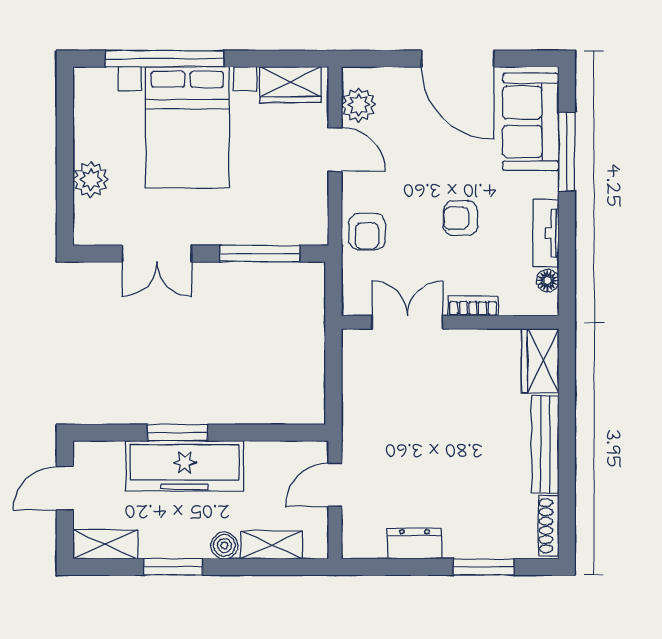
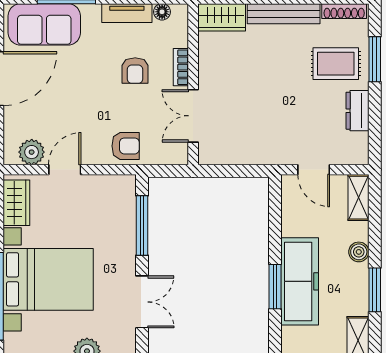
armchair: (460, 218) -> (135, 71), moved
rug: (478, 514) -> (336, 64), added
shelving: (271, 545) -> (358, 198), moved

